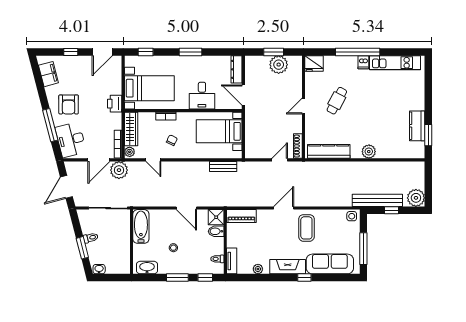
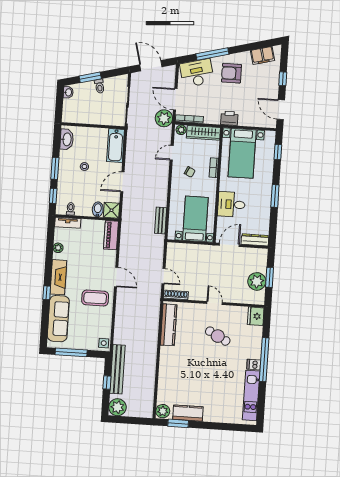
plant: (369, 152) -> (163, 411), moved
bathtub: (141, 226) -> (116, 145), moved, turned 90

